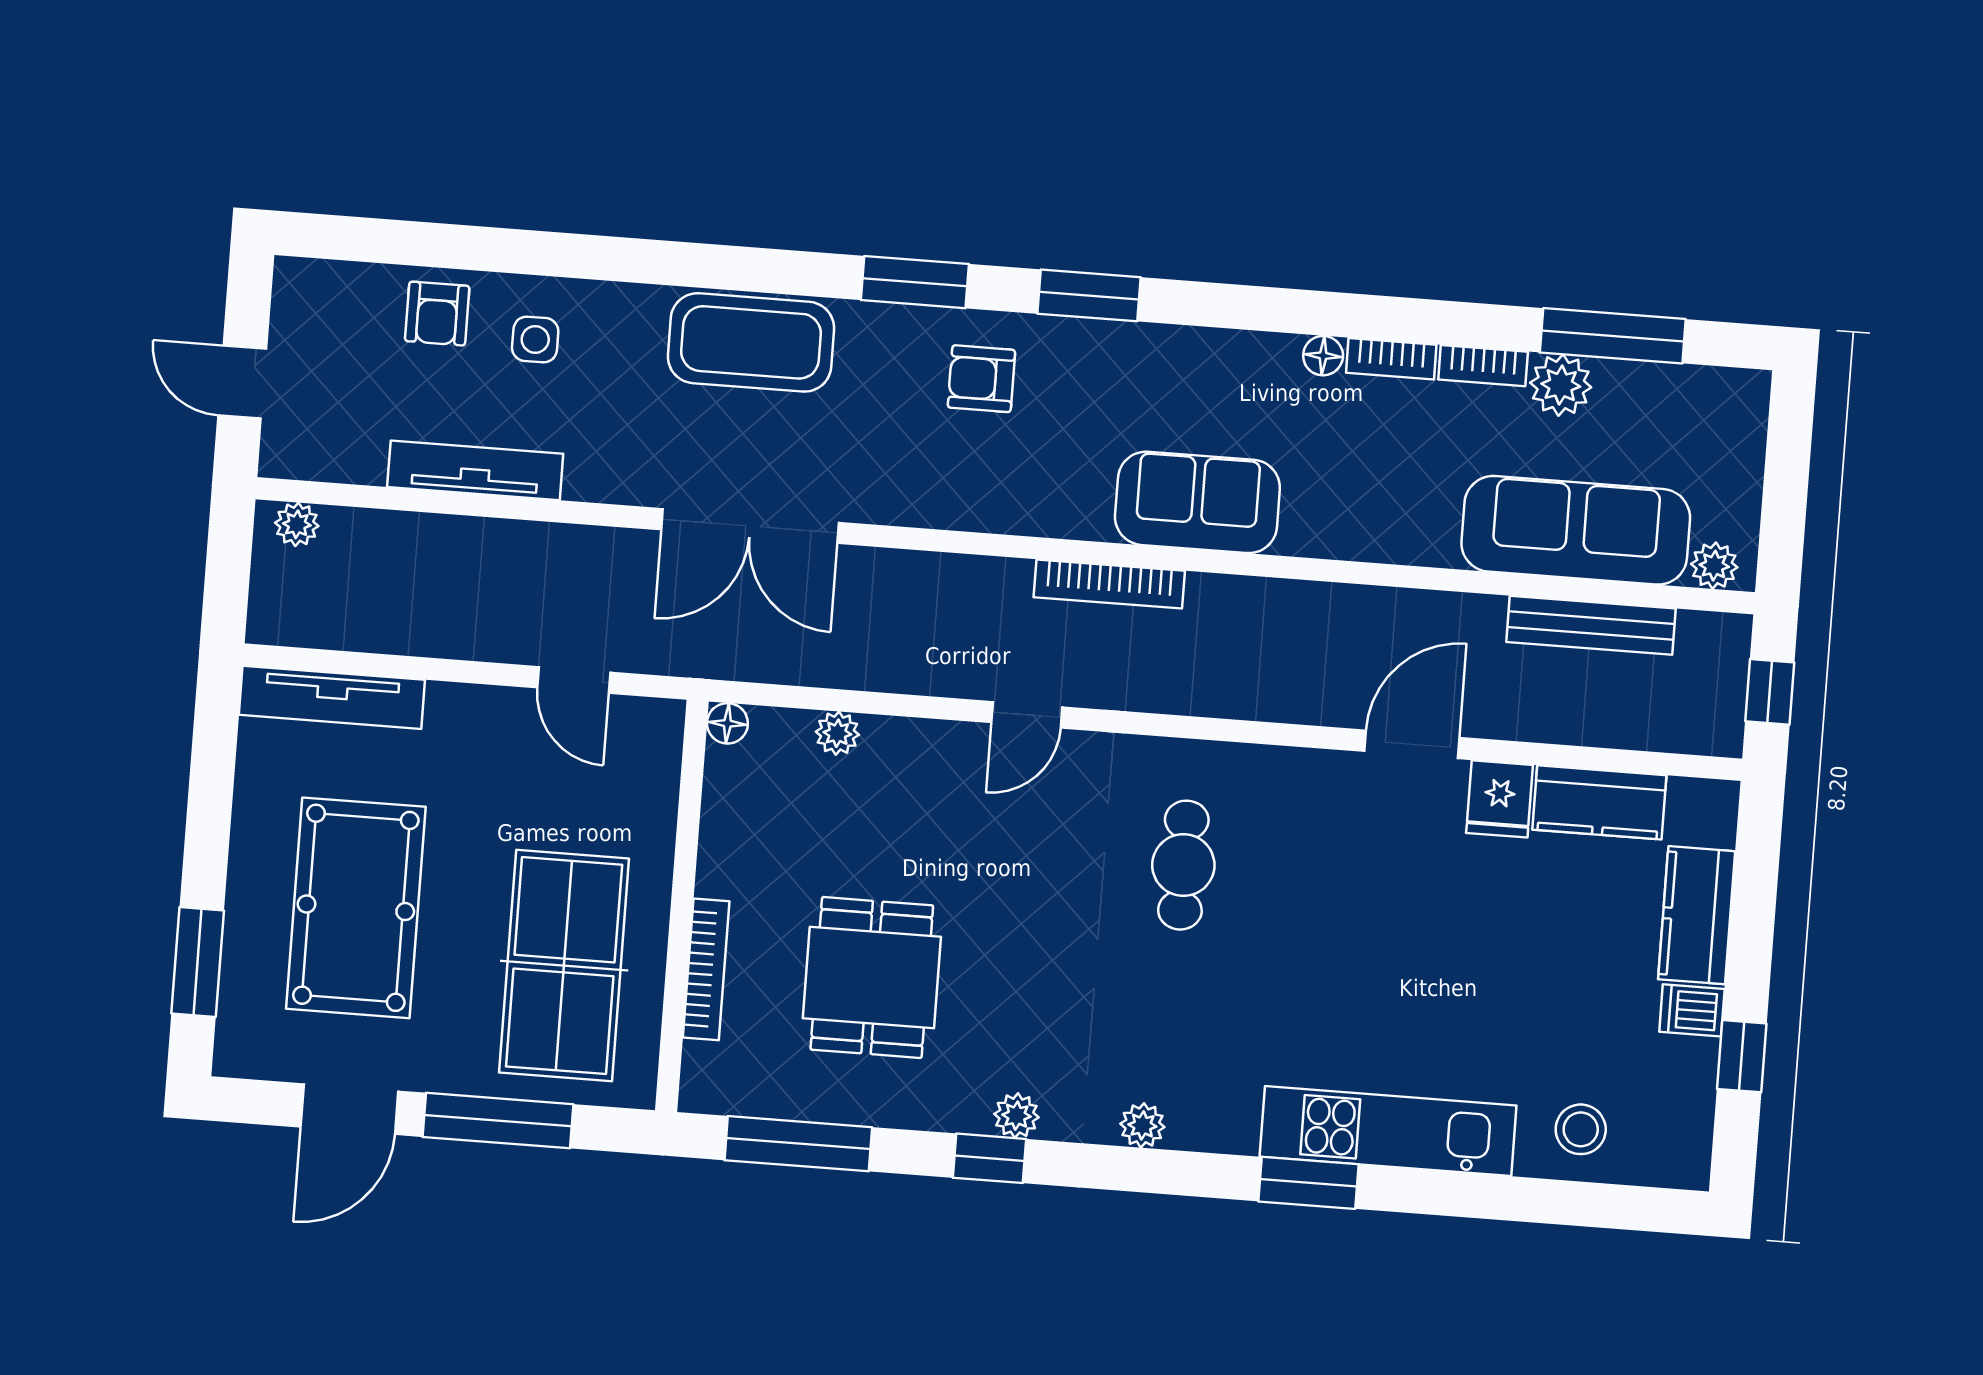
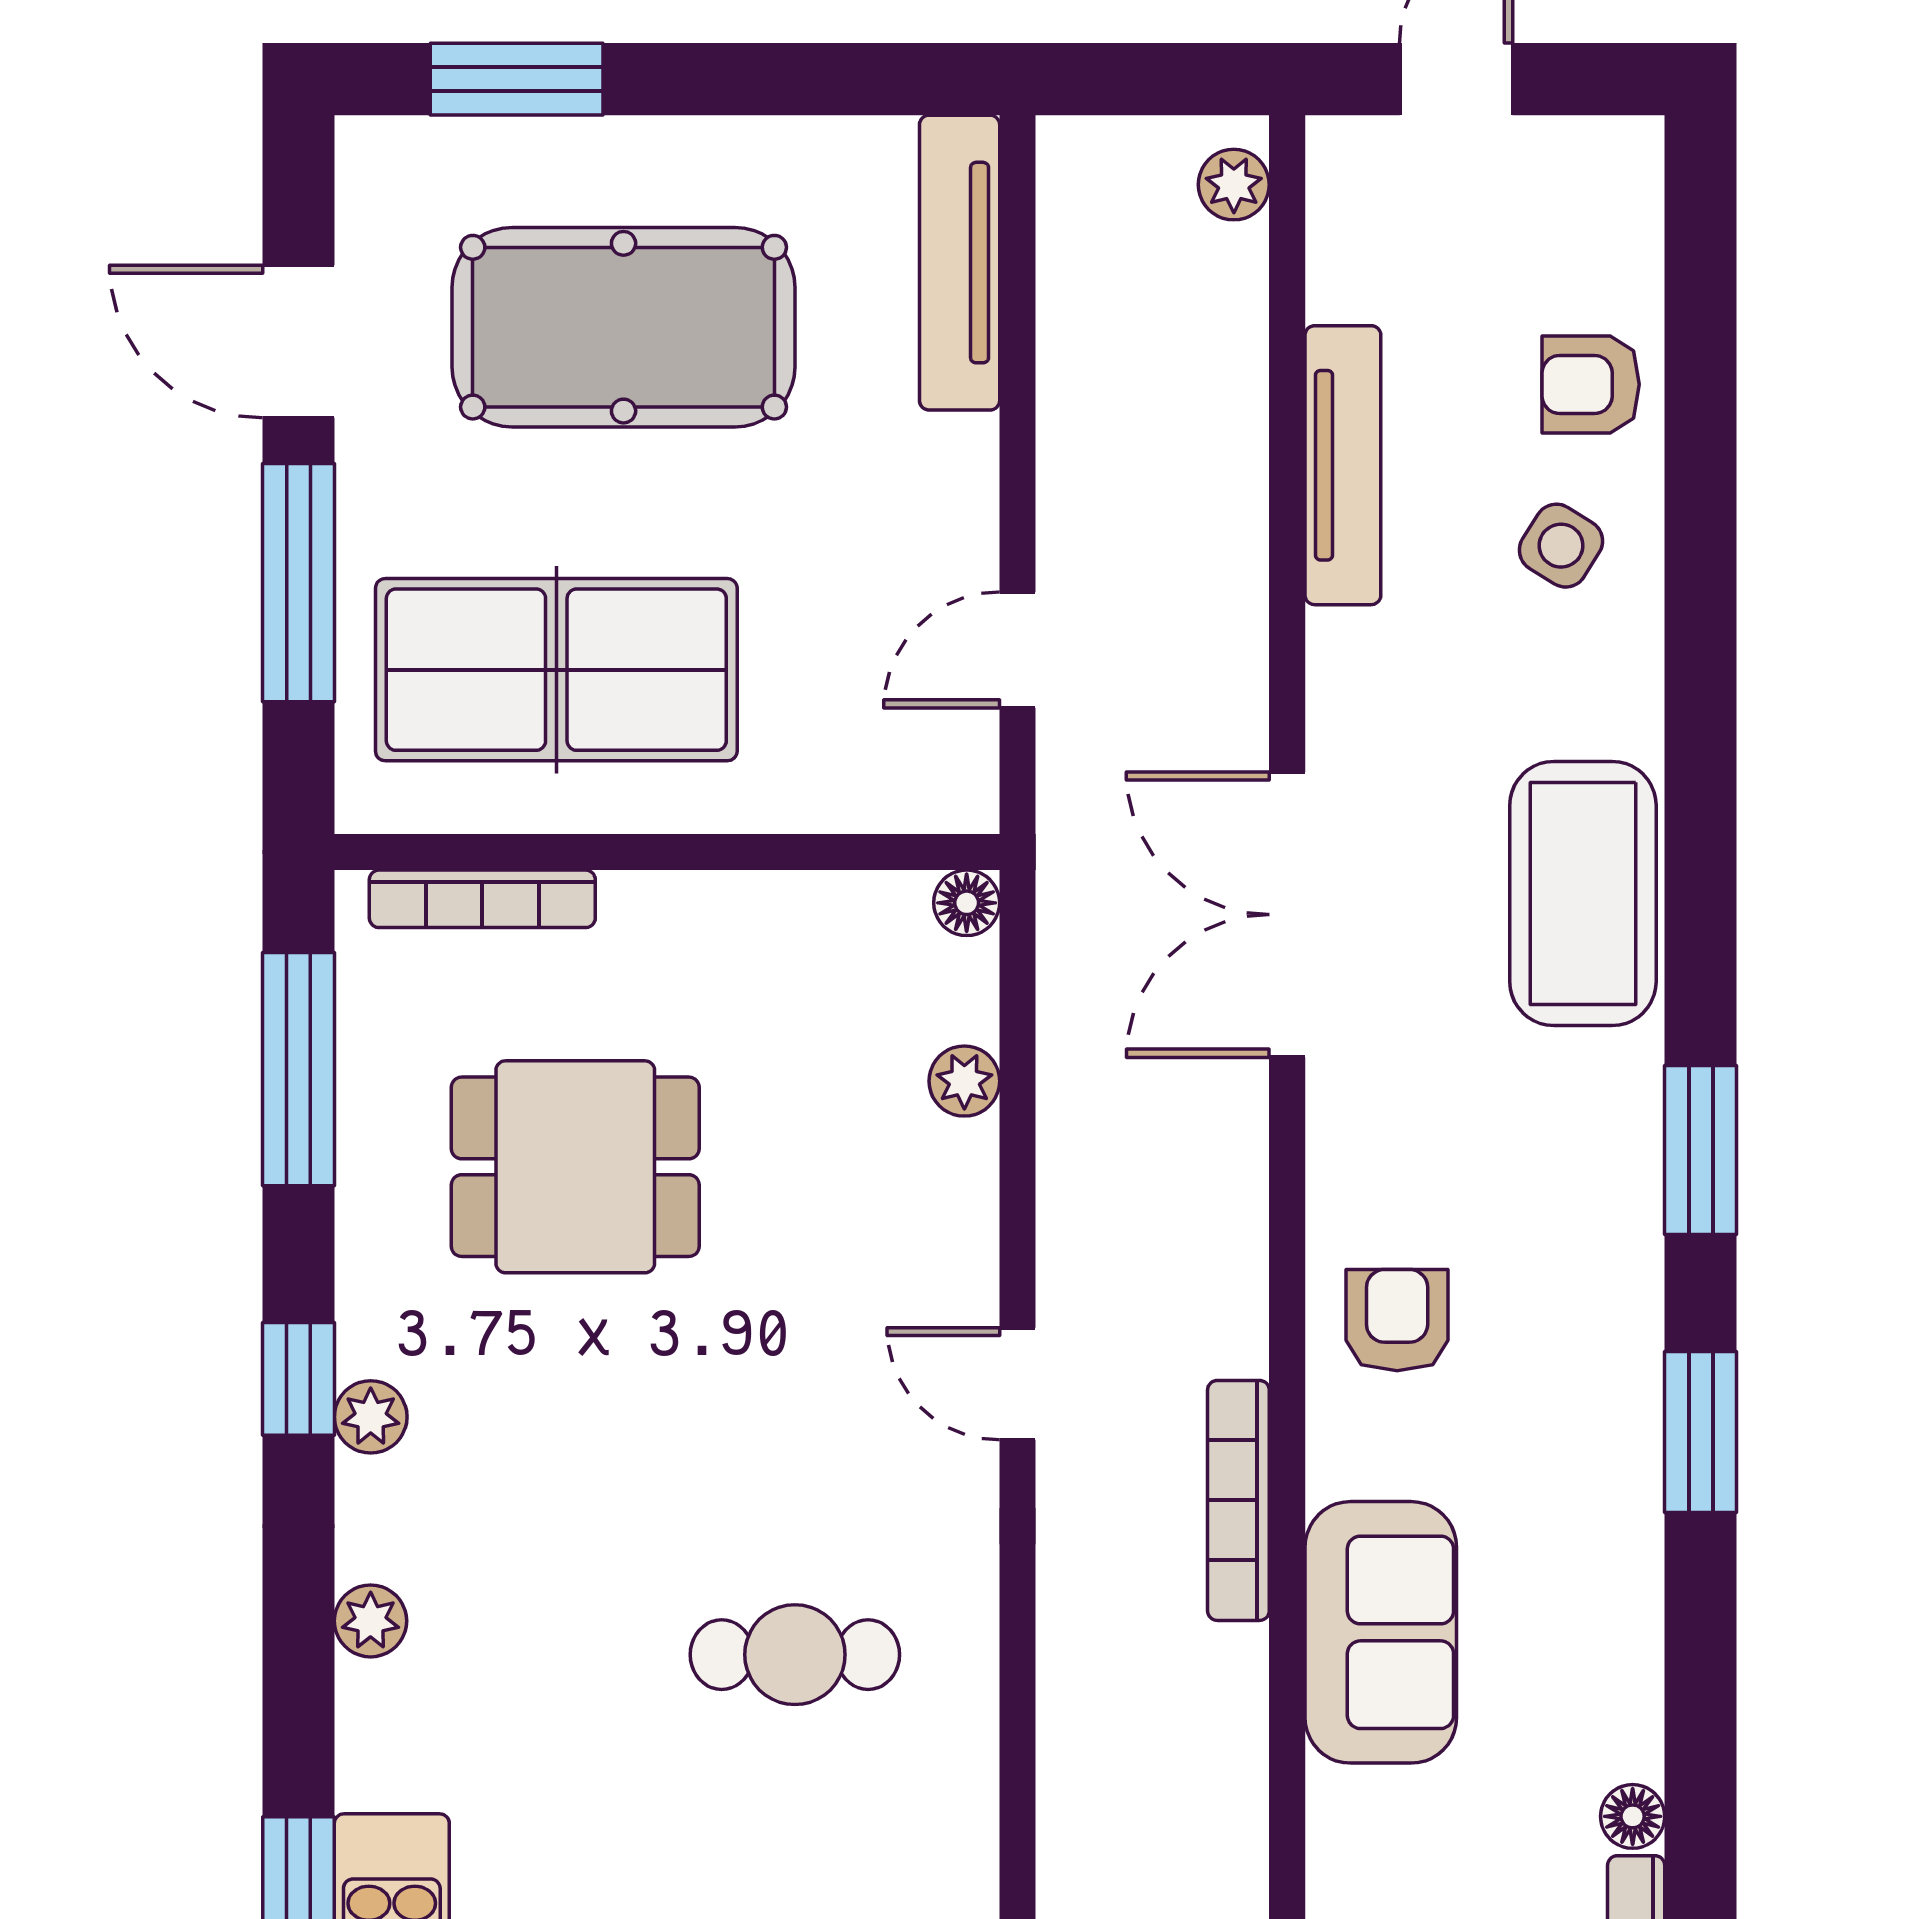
side table: (535, 340) -> (1561, 546), turned 32
armchair: (981, 379) -> (1397, 1320), moved
bookcase: (706, 969) -> (482, 899), moved

